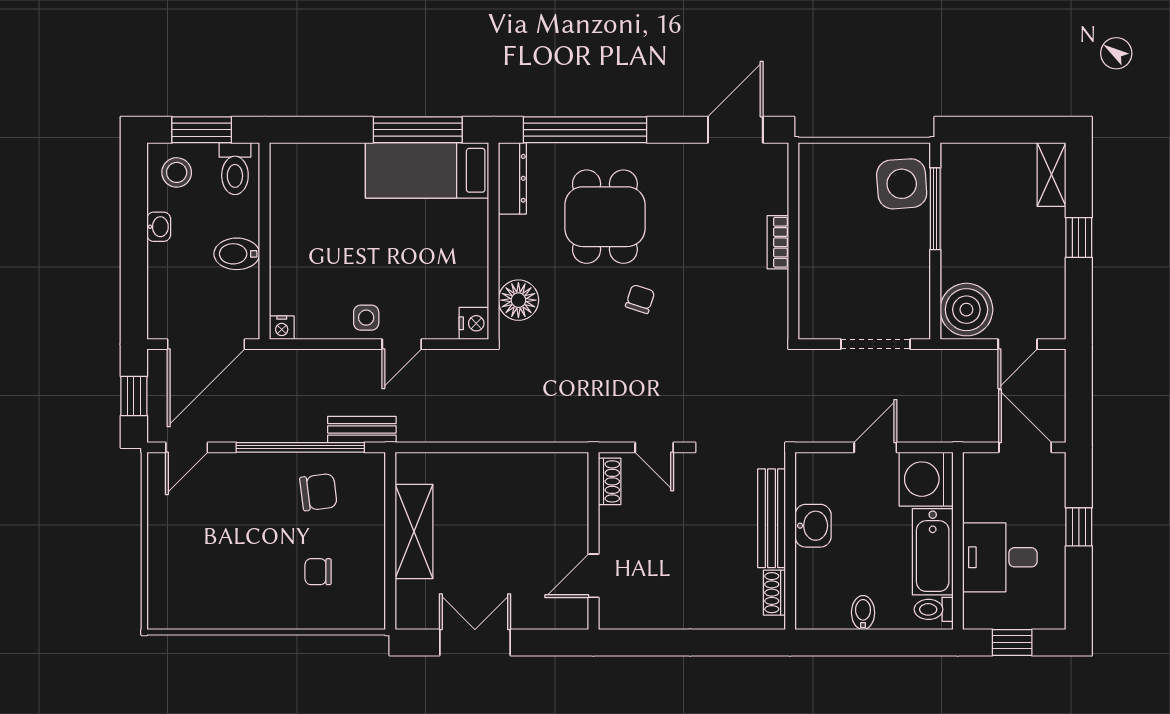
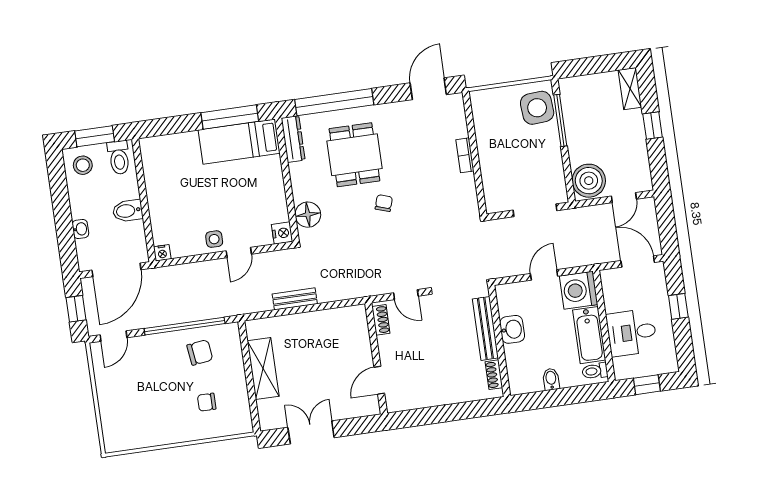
washbasin: (159, 227) -> (80, 229), moved
bench: (362, 429) -> (295, 299), moved

